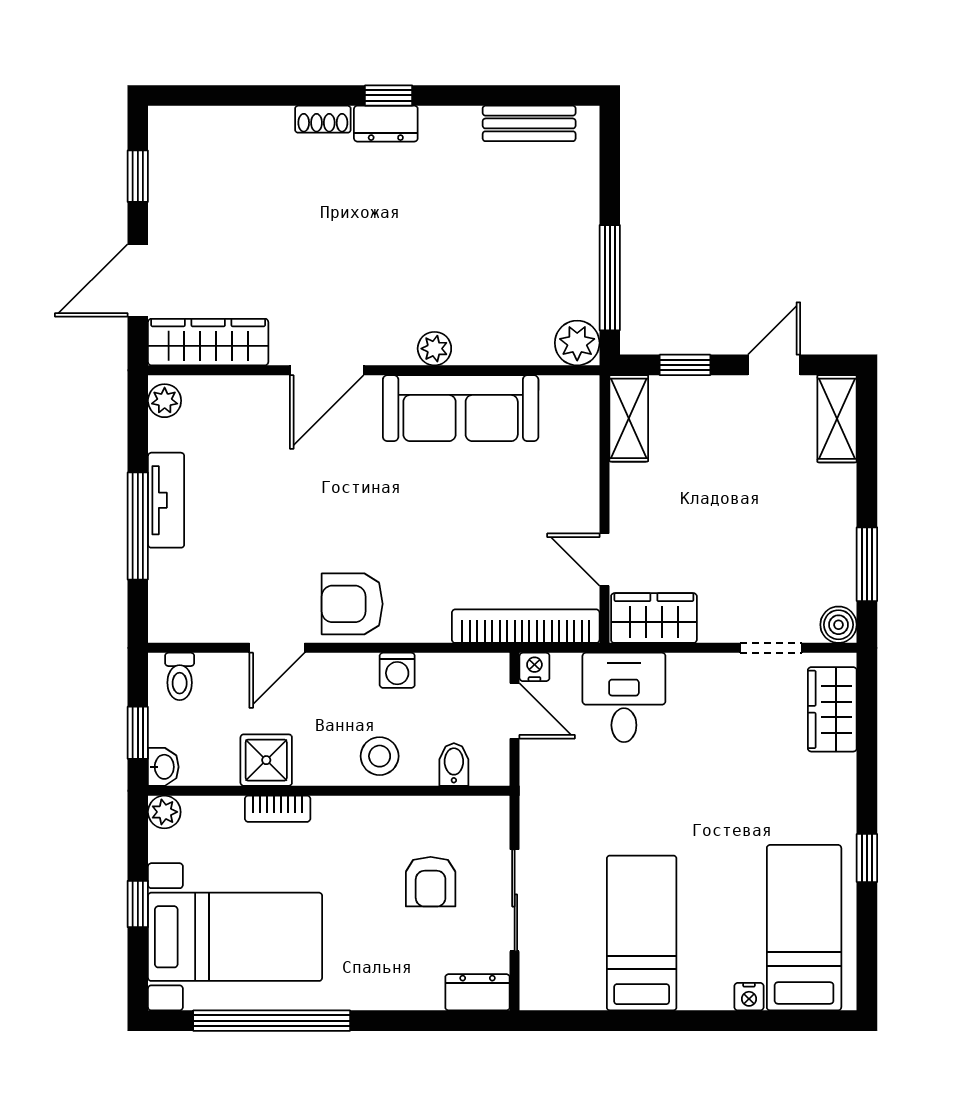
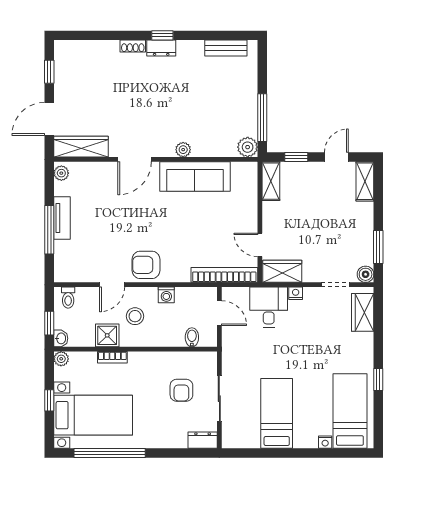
nightstand: (534, 667) -> (296, 293), moved
stool: (380, 756) -> (135, 316), moved

